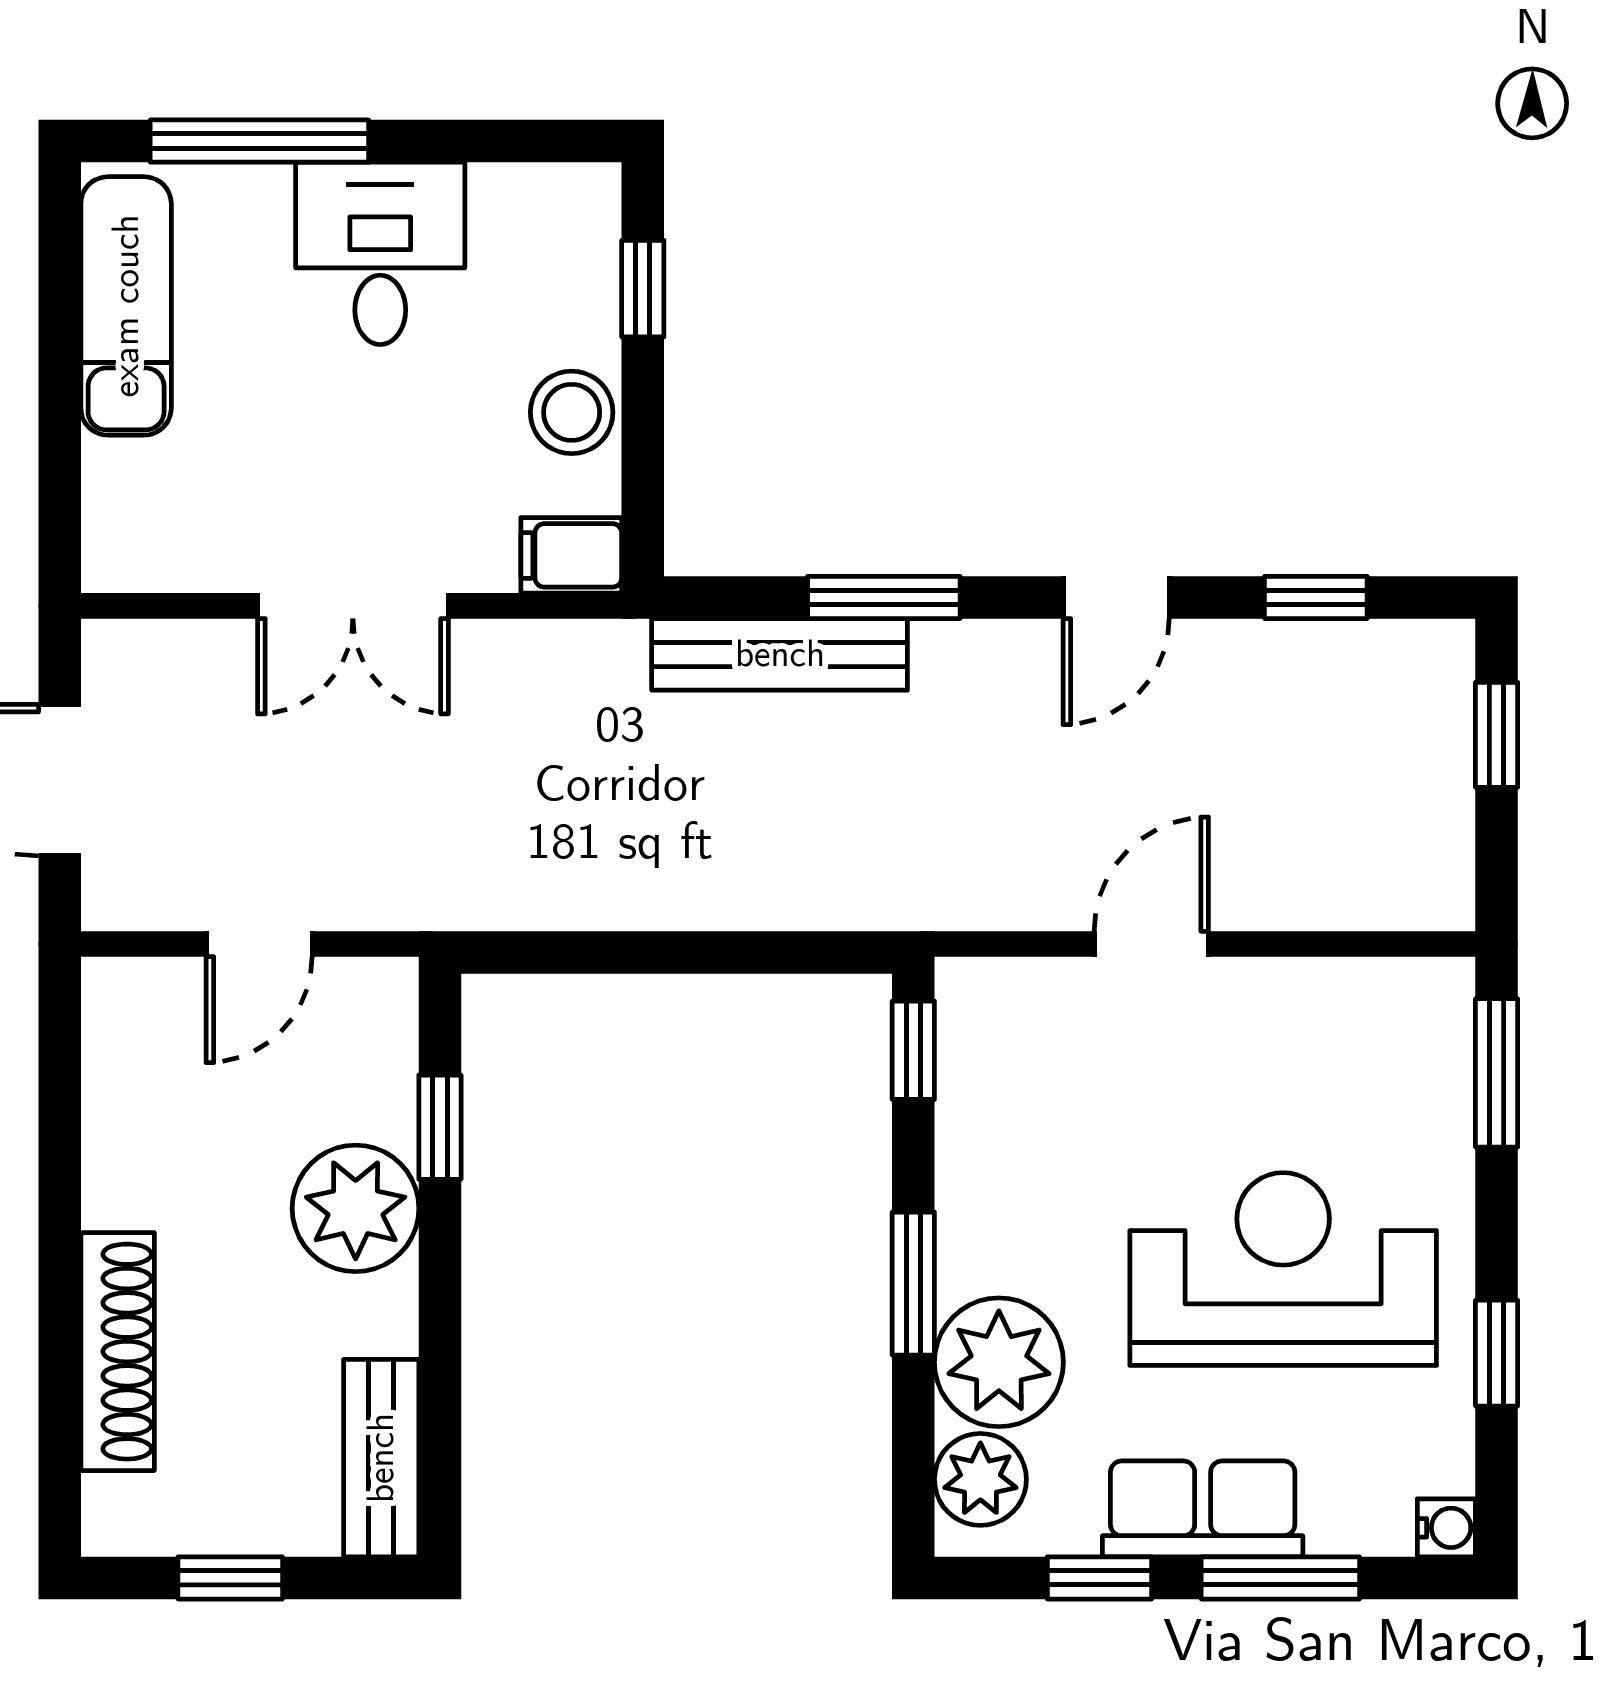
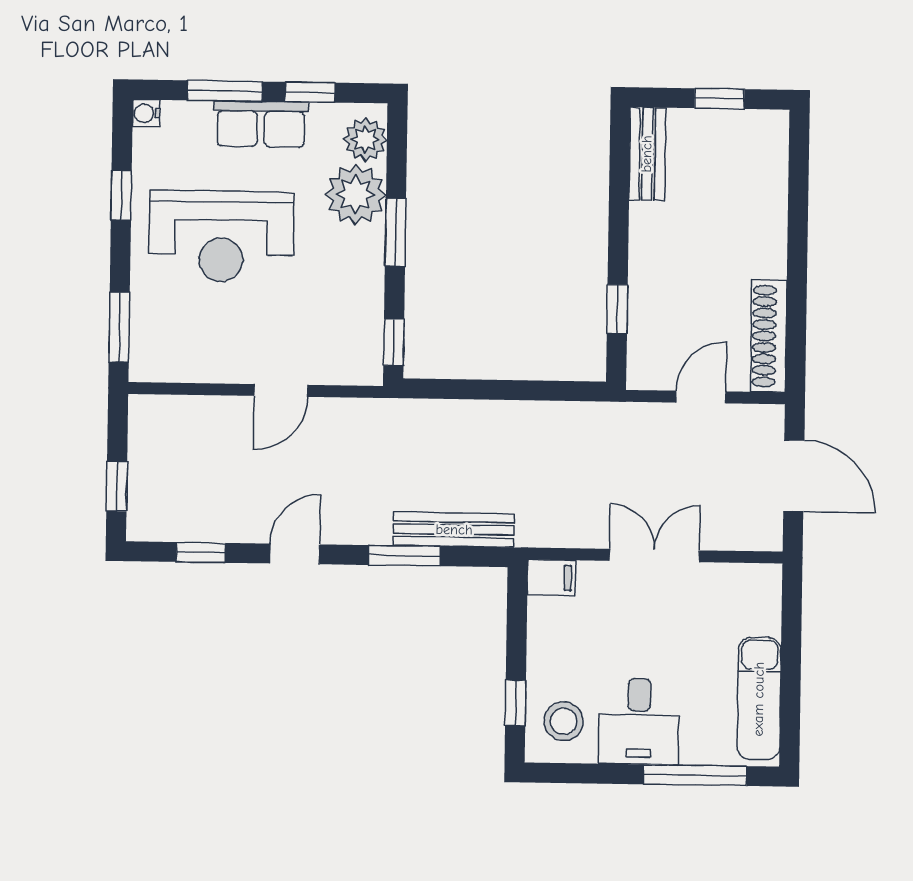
stool: (572, 412) -> (564, 721), moved
plant: (356, 1208) -> (658, 272), removed
shoe rack: (118, 1352) -> (769, 336), moved

